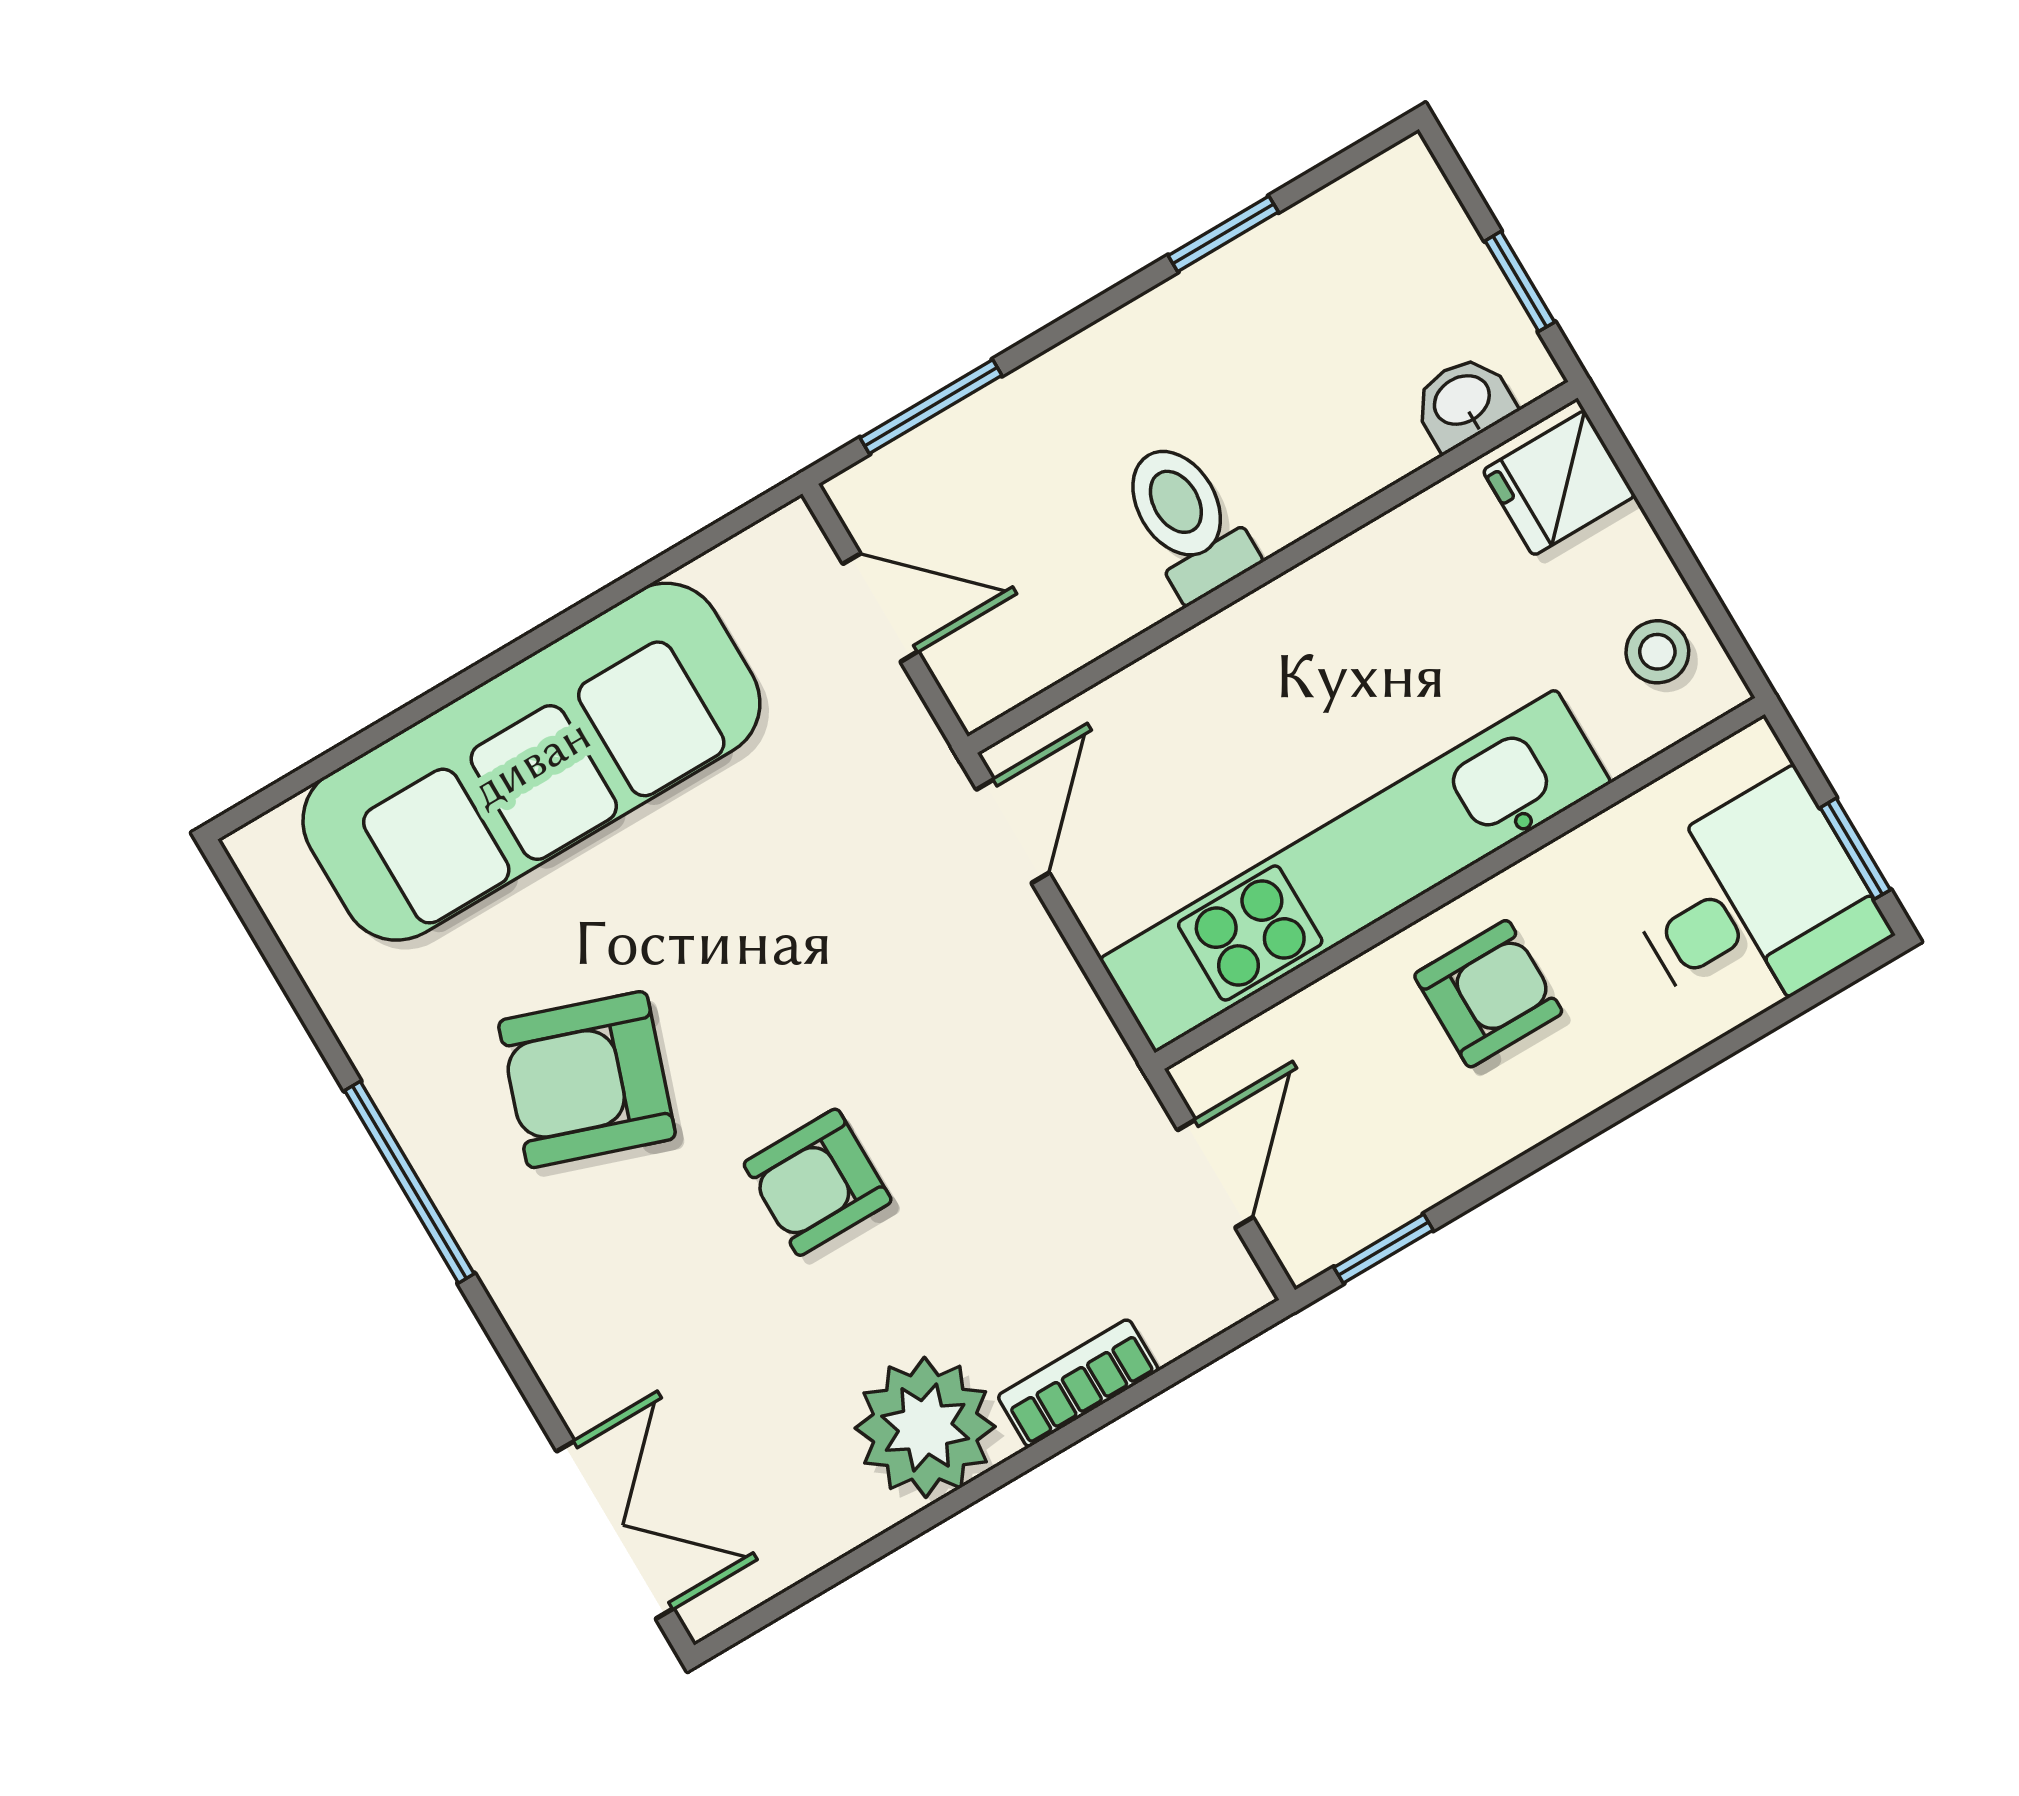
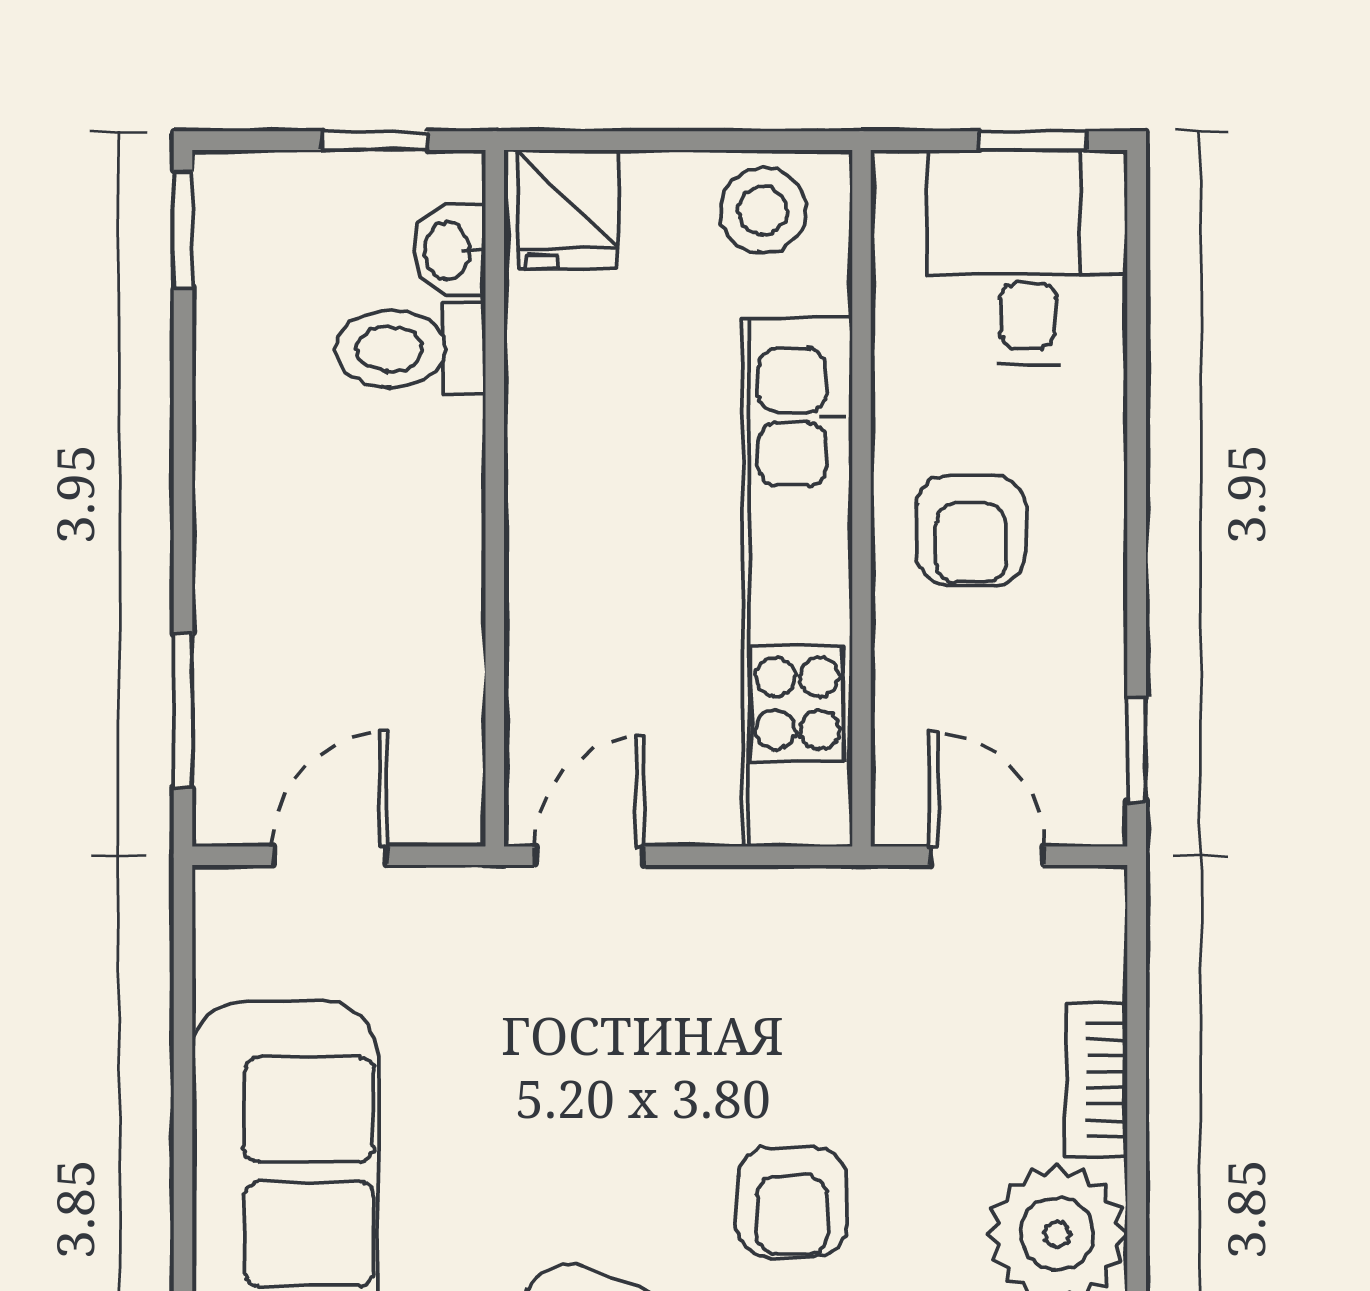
window: (1223, 234) -> (183, 229), moved
toilet: (1187, 520) -> (410, 349), moved
stool: (1657, 652) -> (763, 211), width x1.37, depth x1.37
door: (1013, 831) -> (589, 856), hinge flipped
armchair: (1488, 994) -> (971, 530), turned 180

